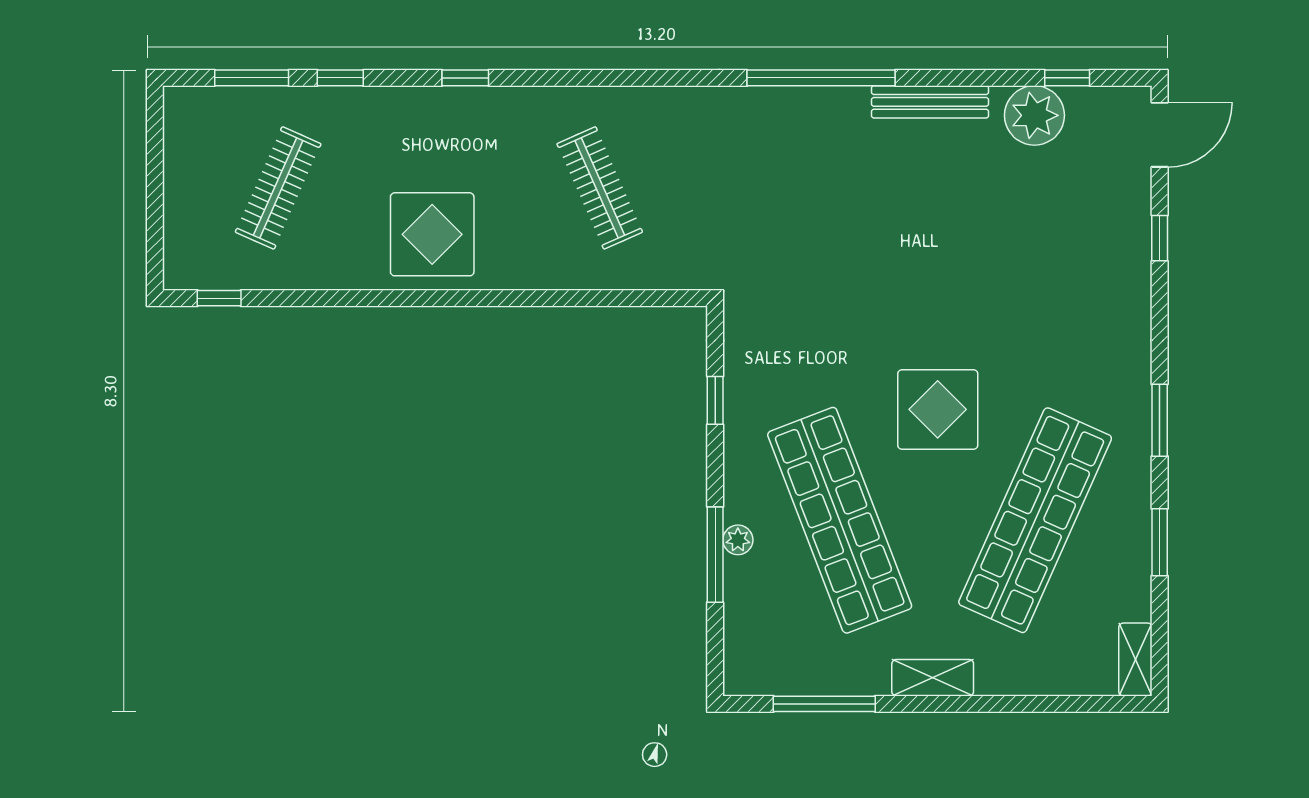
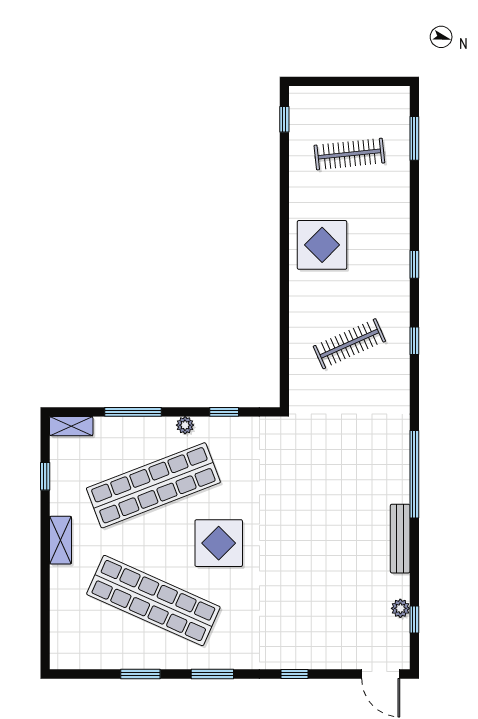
window: (340, 78) -> (414, 341), moved
plant: (1034, 115) -> (400, 608), width x0.53, depth x0.53
clothes rail: (278, 188) -> (349, 154), turned -30
window: (1160, 238) -> (295, 674), moved
plant: (738, 540) -> (185, 425), moved
shelving: (1135, 660) -> (71, 426), moved
window: (824, 704) -> (45, 476), width x0.46

